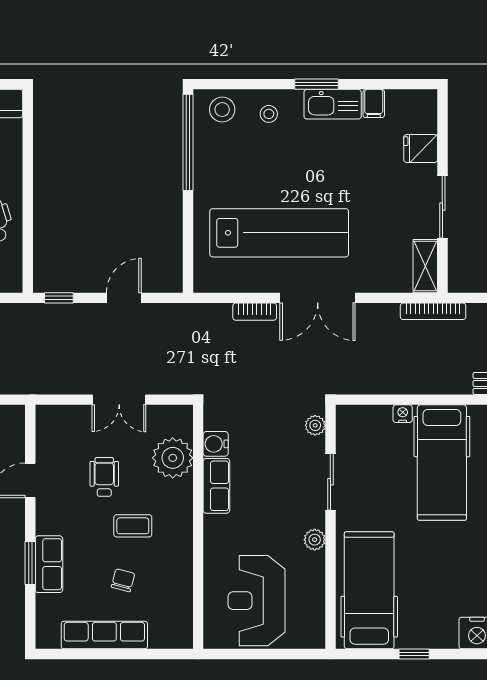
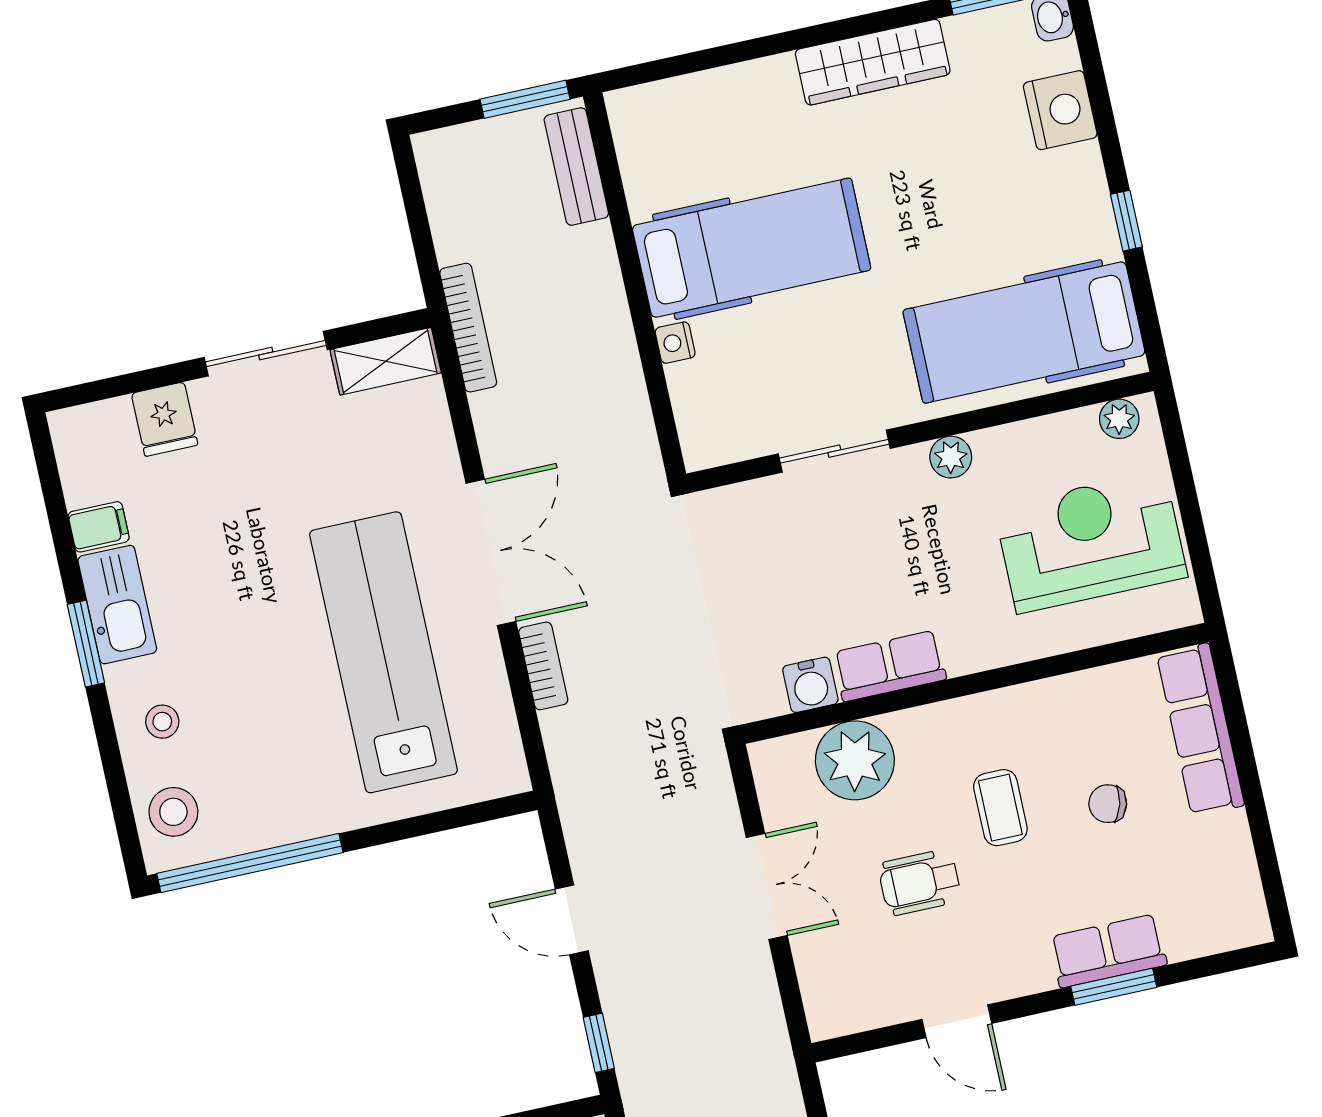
plant: (315, 425) -> (1119, 419), moved
reception desk: (257, 601) -> (1091, 542), turned 180
row of seats: (104, 635) -> (1200, 730), moved

